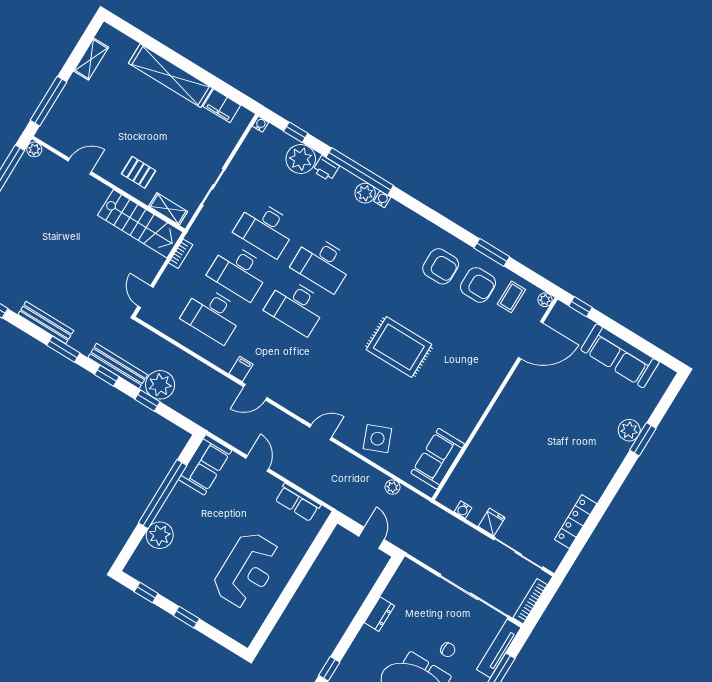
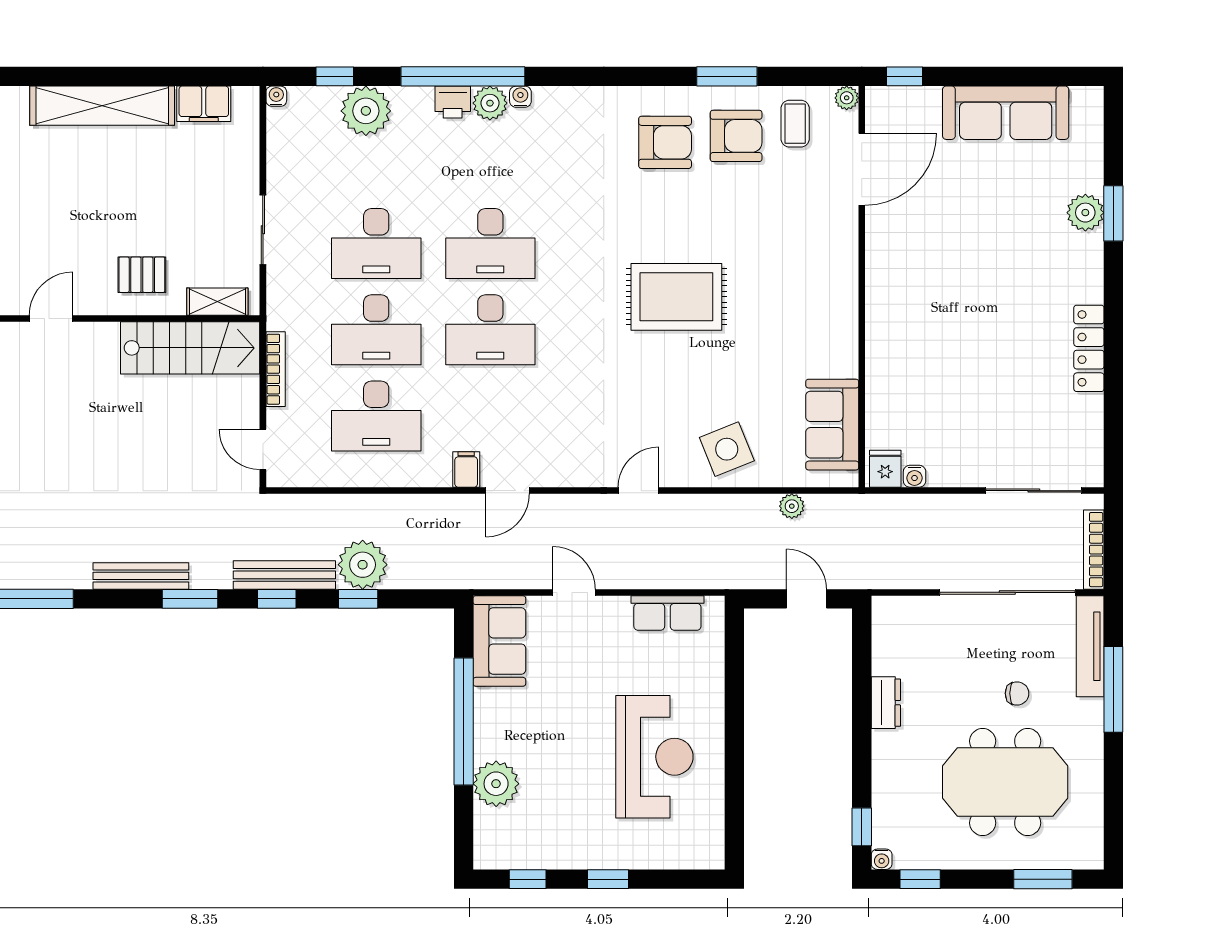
printer: (326, 168) -> (453, 102), moved
bookcase: (181, 254) -> (276, 369), width x1.56
fridge: (492, 522) -> (885, 469), moved
locker: (576, 522) -> (1089, 348), moved

